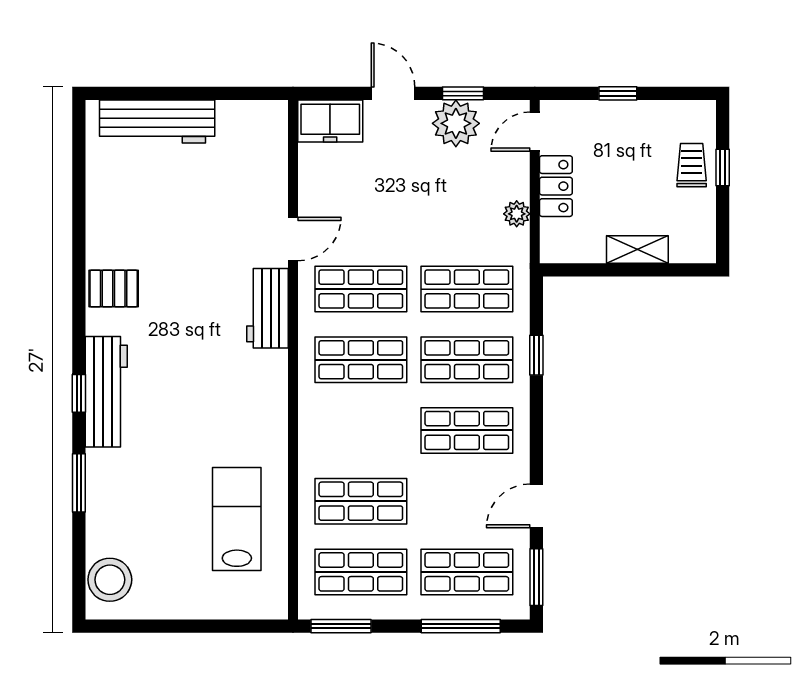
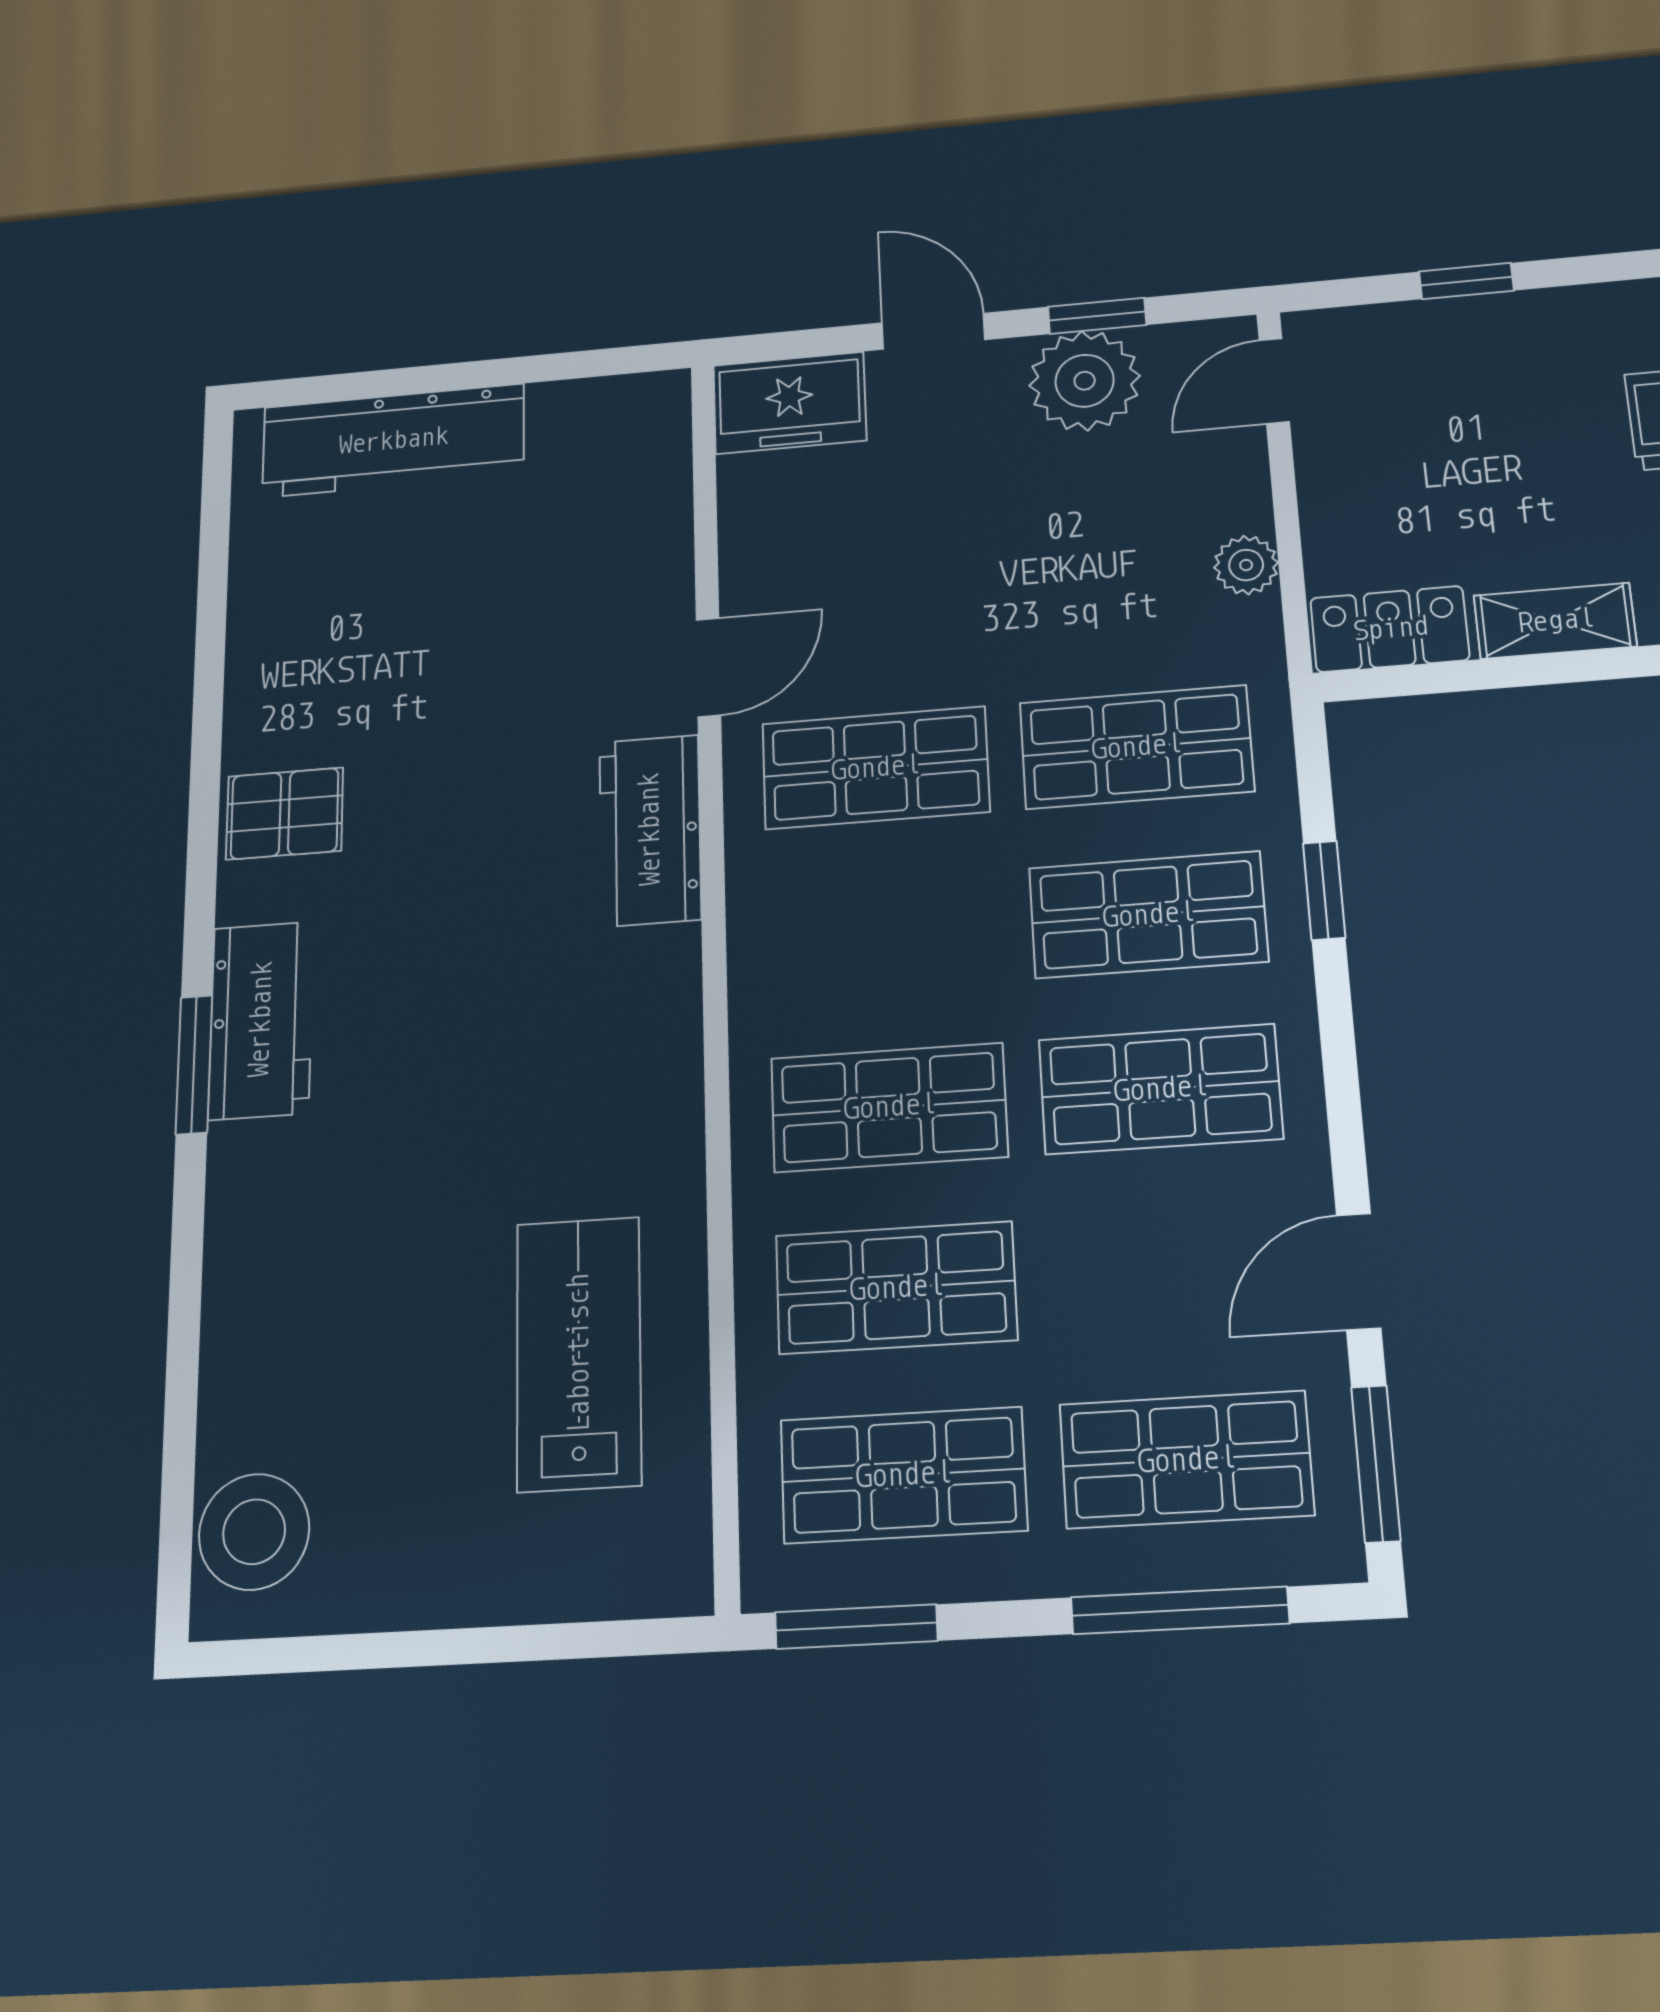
locker: (556, 186) -> (1390, 629), moved, turned -90
shop shelf: (361, 360) -> (889, 1107), moved
workbench: (106, 392) -> (261, 1020), width x0.73
window: (79, 393) -> (194, 1065), width x1.50
window: (79, 483) -> (186, 1285), removed

